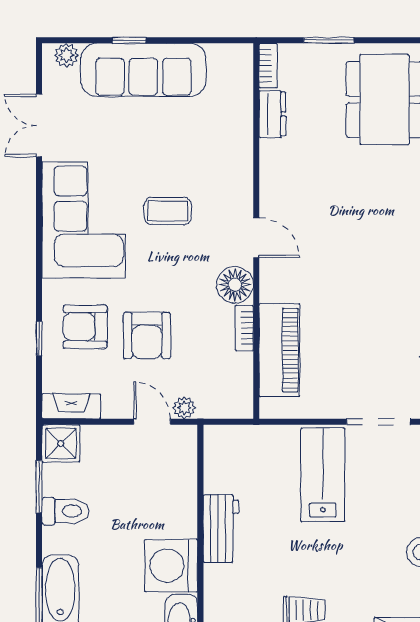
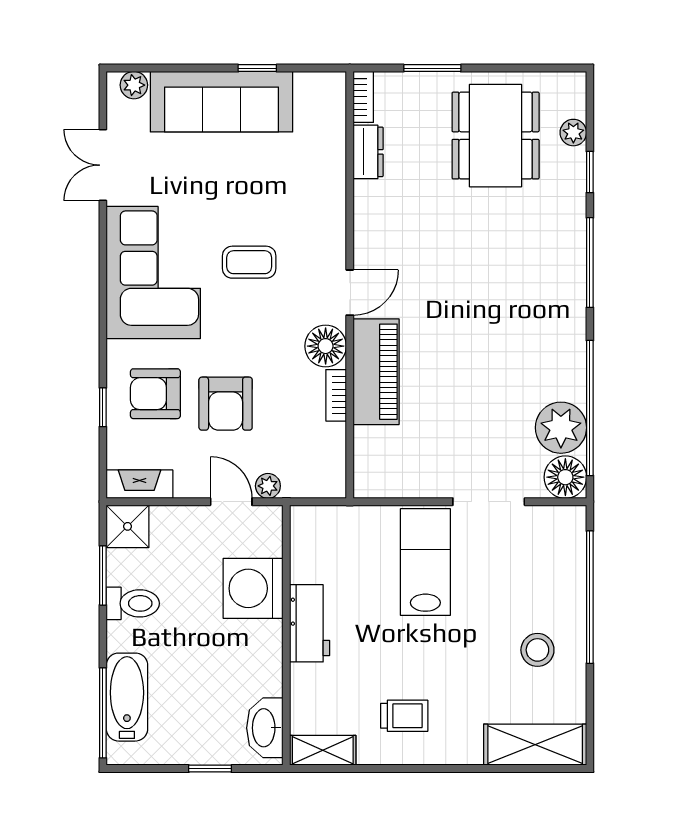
window: (129, 40) -> (257, 68), moved
door: (256, 238) -> (350, 293), hinge flipped
piano: (279, 350) -> (376, 372), moved
washing machine: (171, 566) -> (253, 588), moved

